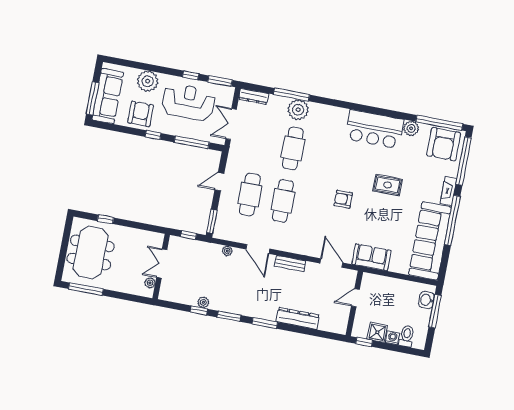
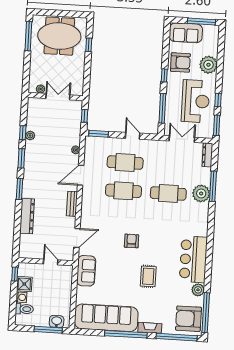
sofa: (108, 96) -> (186, 33), width x0.73
window: (92, 98) -> (201, 21), moved

